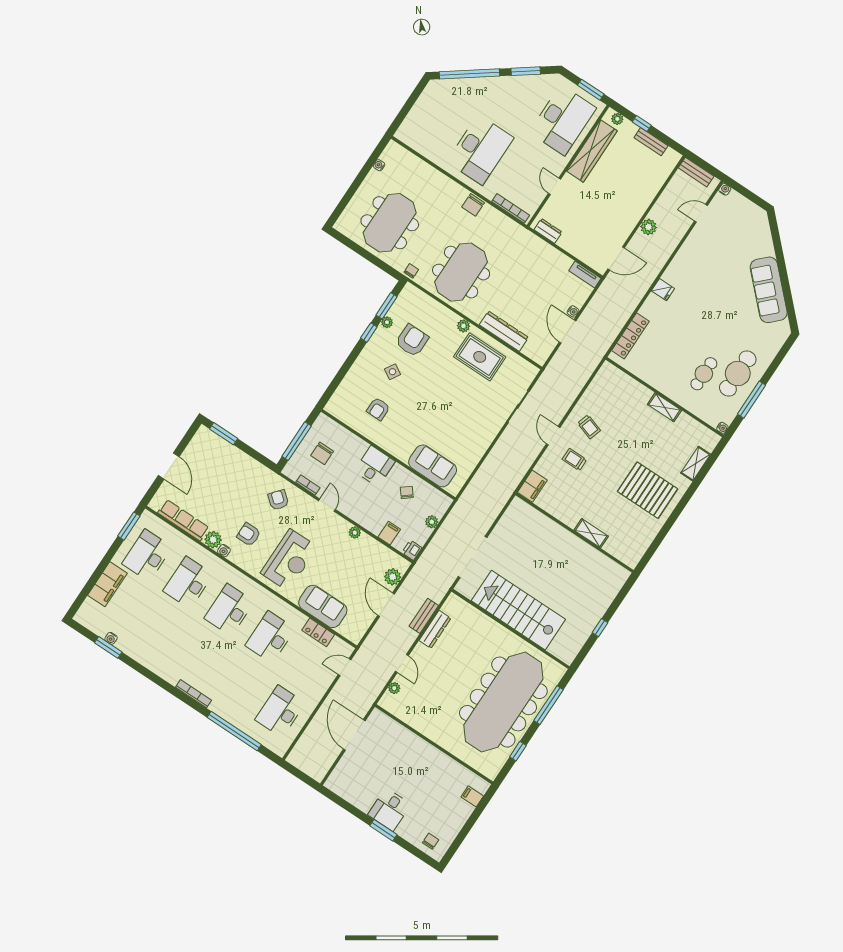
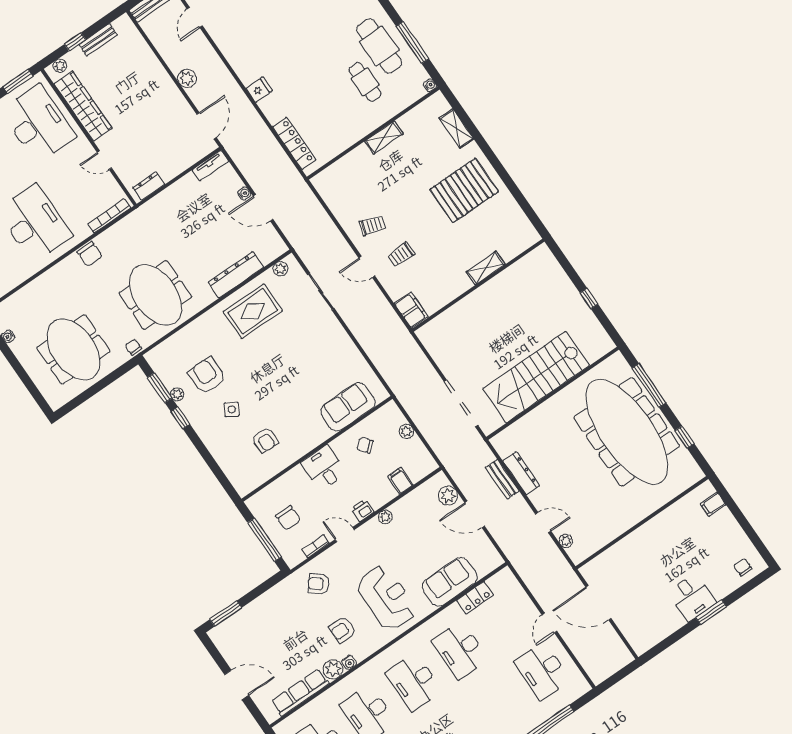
plant: (463, 326) -> (280, 269), moved
printer: (412, 550) -> (362, 510), moved, turned 90
door: (344, 667) -> (550, 623), moved

